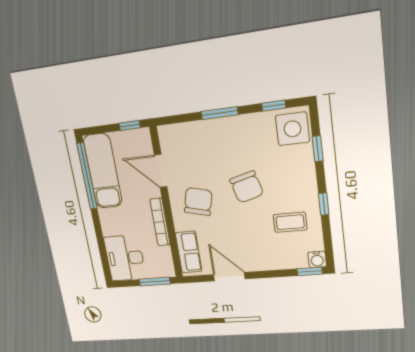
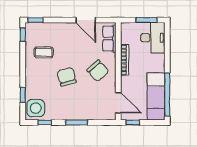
door: (161, 171) -> (118, 103), moved
chair: (198, 202) -> (98, 71), turned -56
window: (324, 204) -> (23, 35), moved
water cooler: (317, 259) -> (30, 27), removed
window: (155, 282) -> (147, 20), moved

